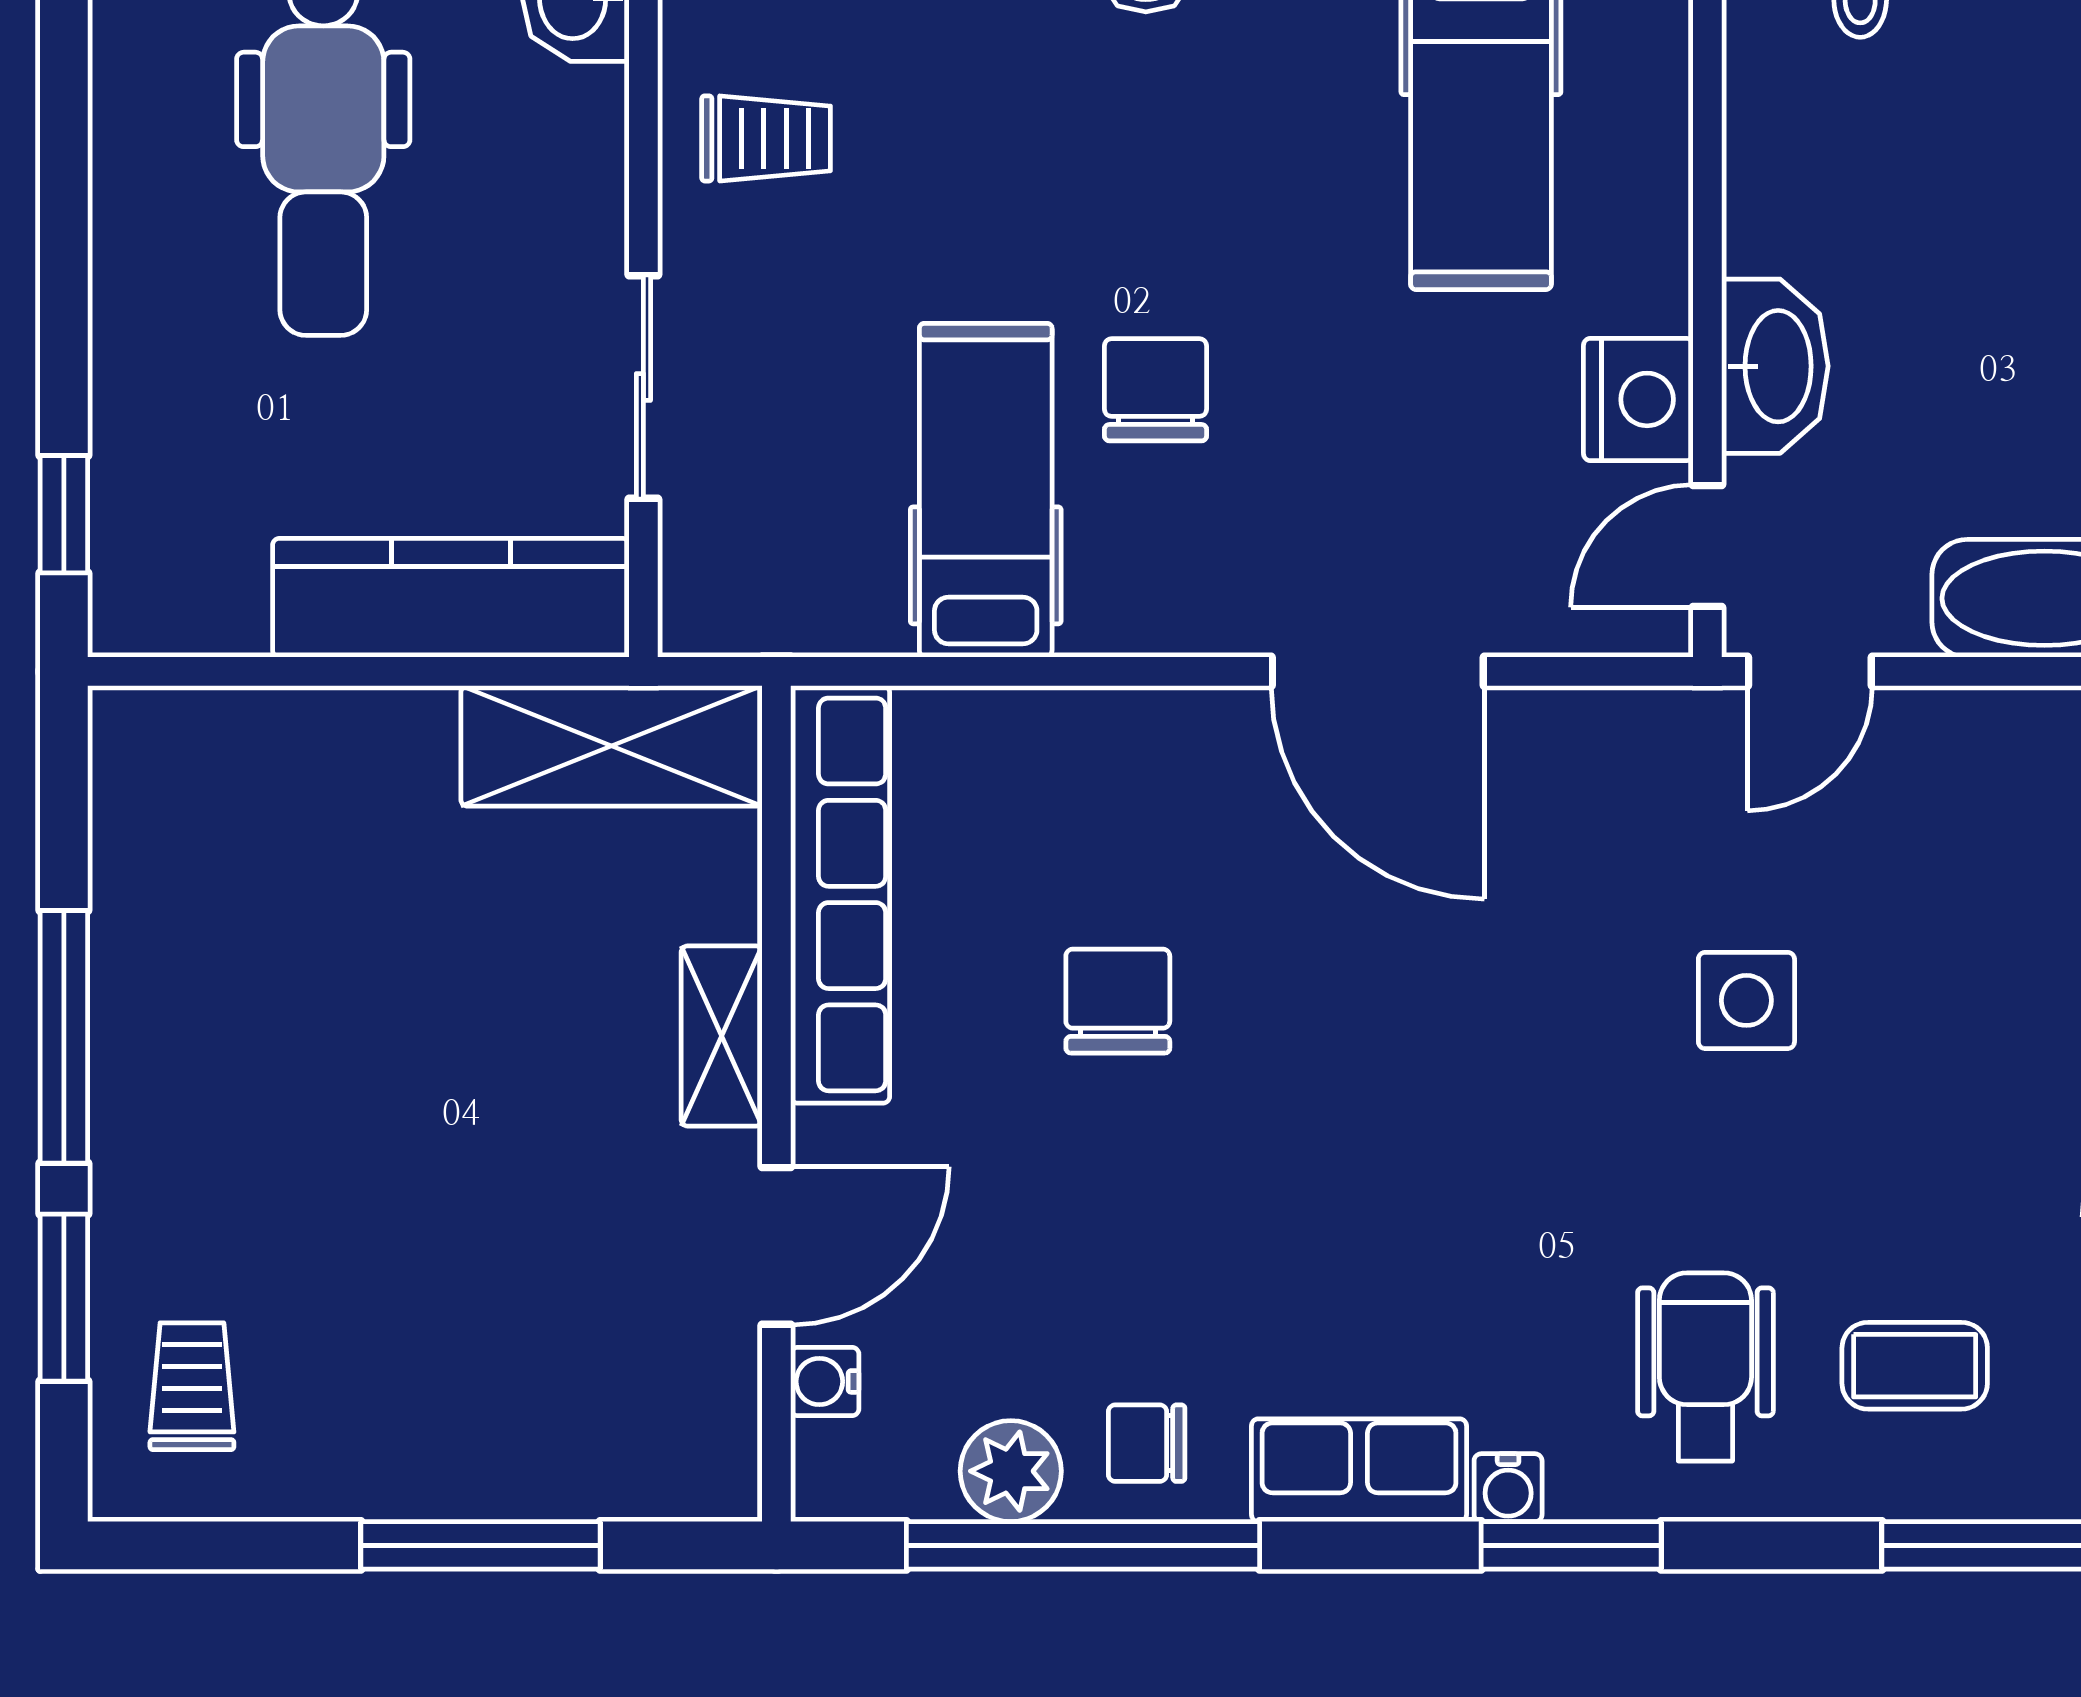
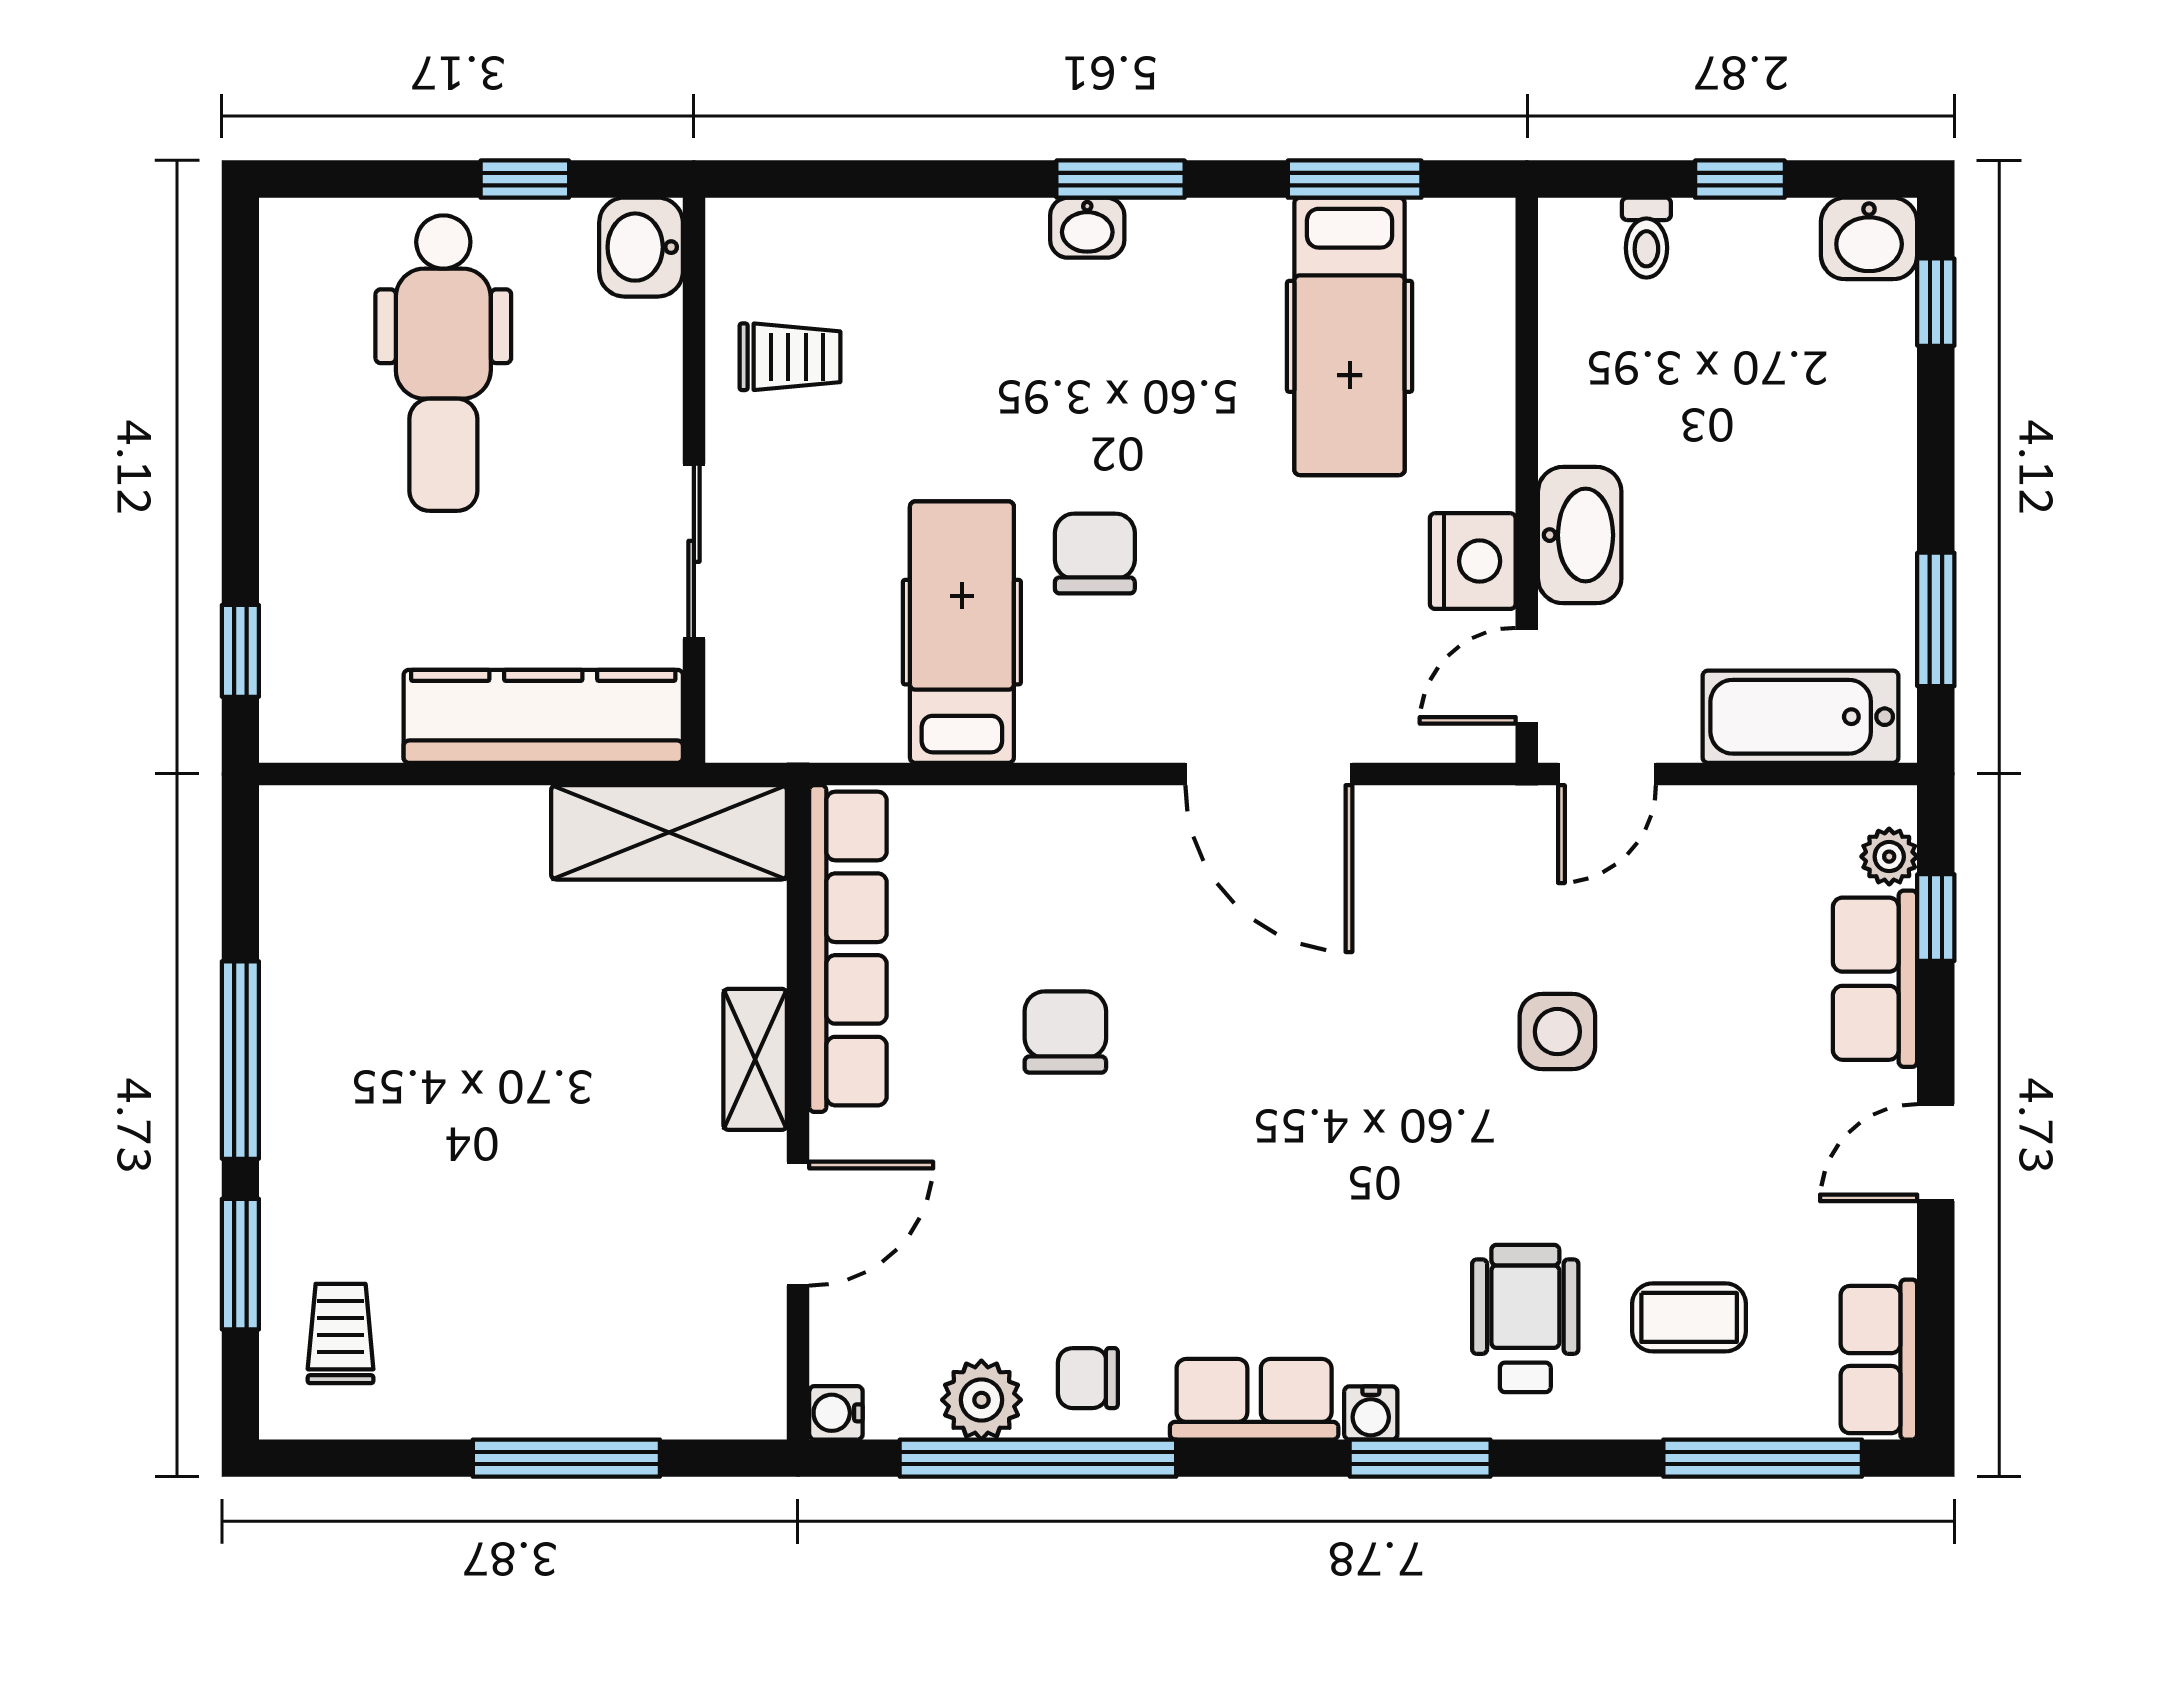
water cooler: (825, 1381) -> (836, 1413), moved

